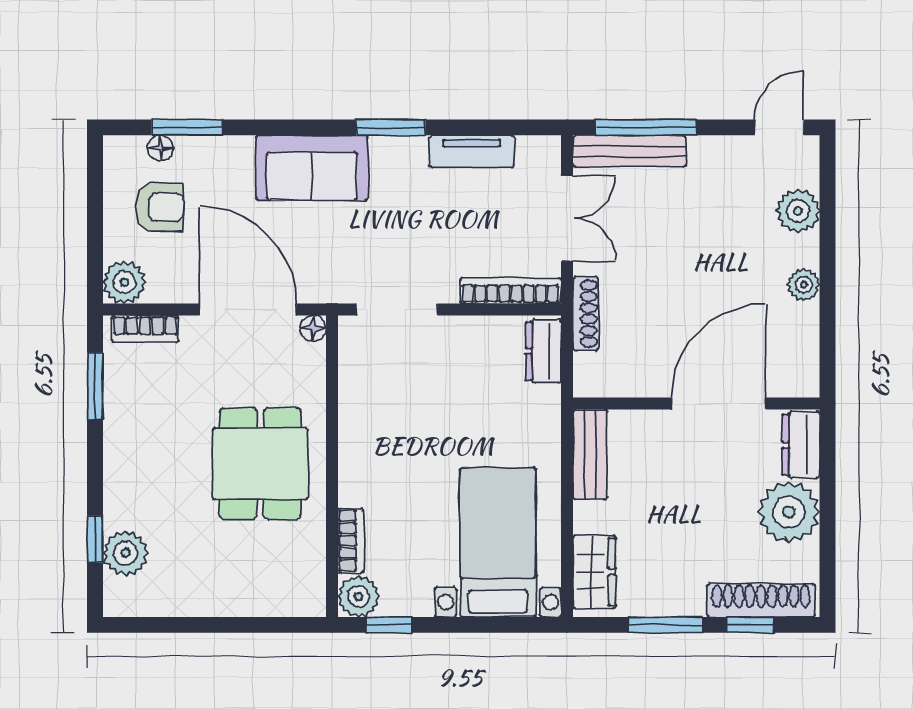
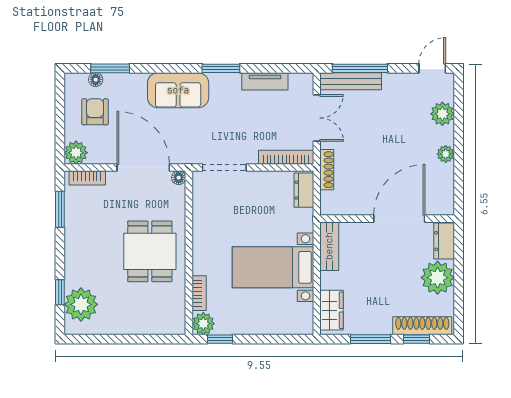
armchair: (159, 207) -> (95, 112), turned -91
bed with nightstands: (498, 542) -> (273, 267), moved, turned -90
plant: (125, 553) -> (81, 304), width x1.36, depth x1.36

